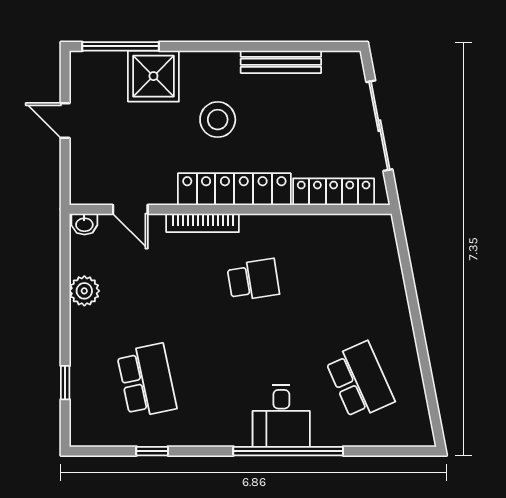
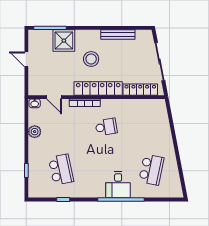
school desk: (360, 381) -> (151, 170), turned 36

